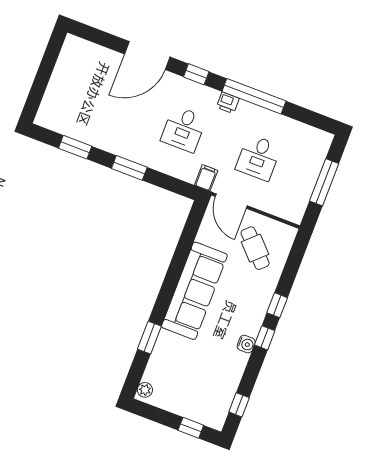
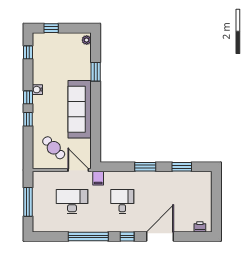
printer: (228, 103) -> (200, 227), moved
desk: (258, 158) -> (72, 202), width x1.37

